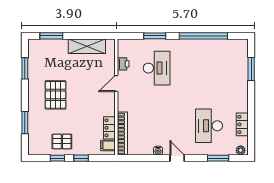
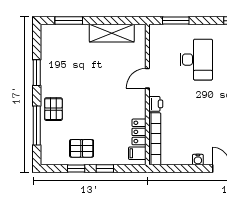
window: (155, 36) -> (176, 21), moved
printer: (123, 64) -> (156, 104), moved
window: (25, 68) -> (37, 73), moved
pallet: (56, 95) -> (53, 109), moved, width x0.67, depth x0.71
window: (25, 123) -> (37, 126), width x1.44

